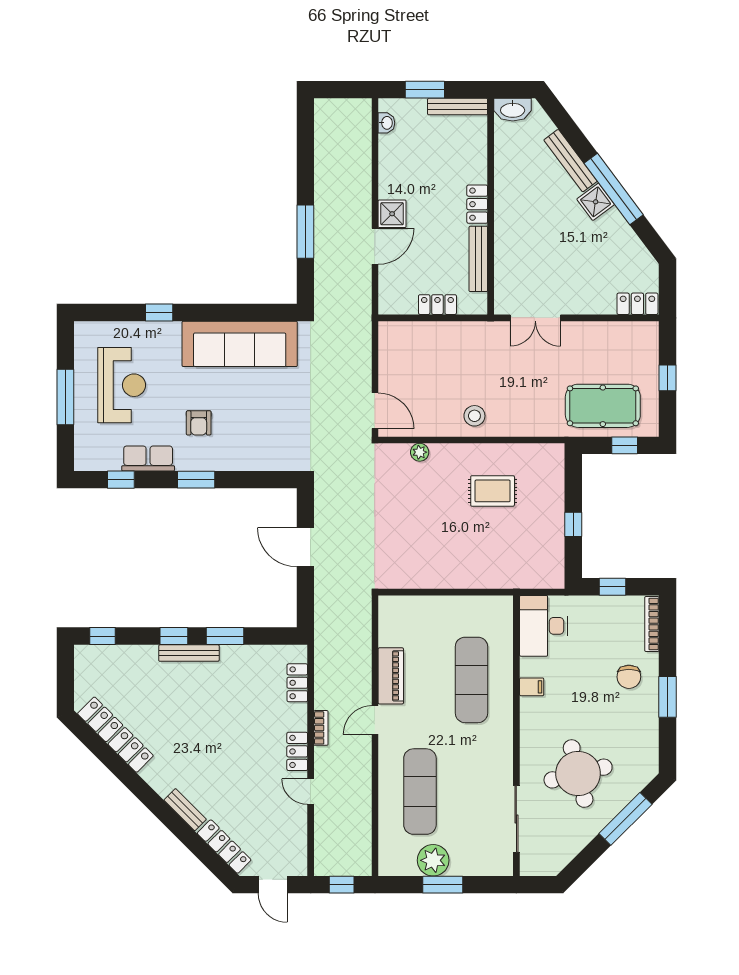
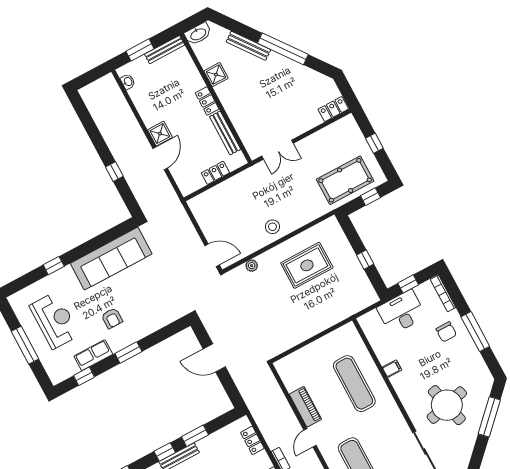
shower: (596, 202) -> (216, 75), moved, turned 37
window: (305, 232) -> (114, 172), width x0.46
rug: (493, 491) -> (307, 265), width x1.36, depth x1.43
desk: (544, 626) -> (401, 312), moved, turned 90
window: (667, 697) -> (475, 332), width x1.44

